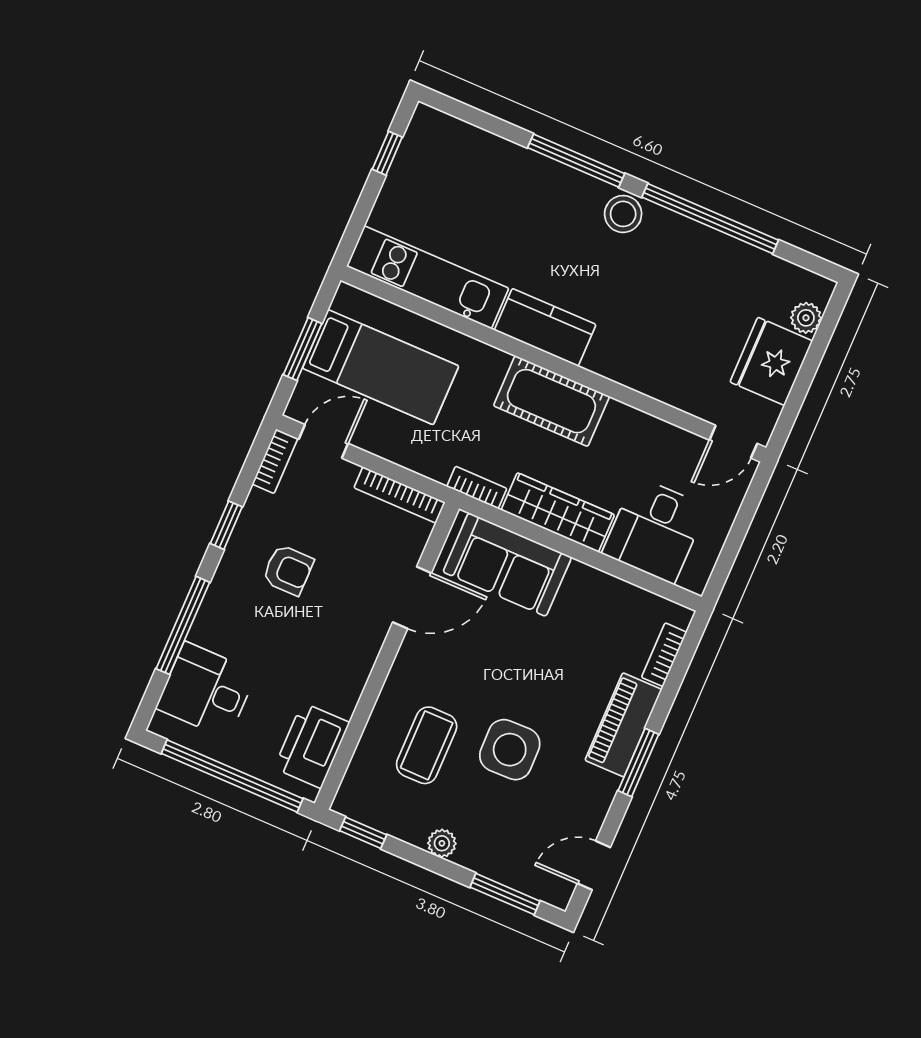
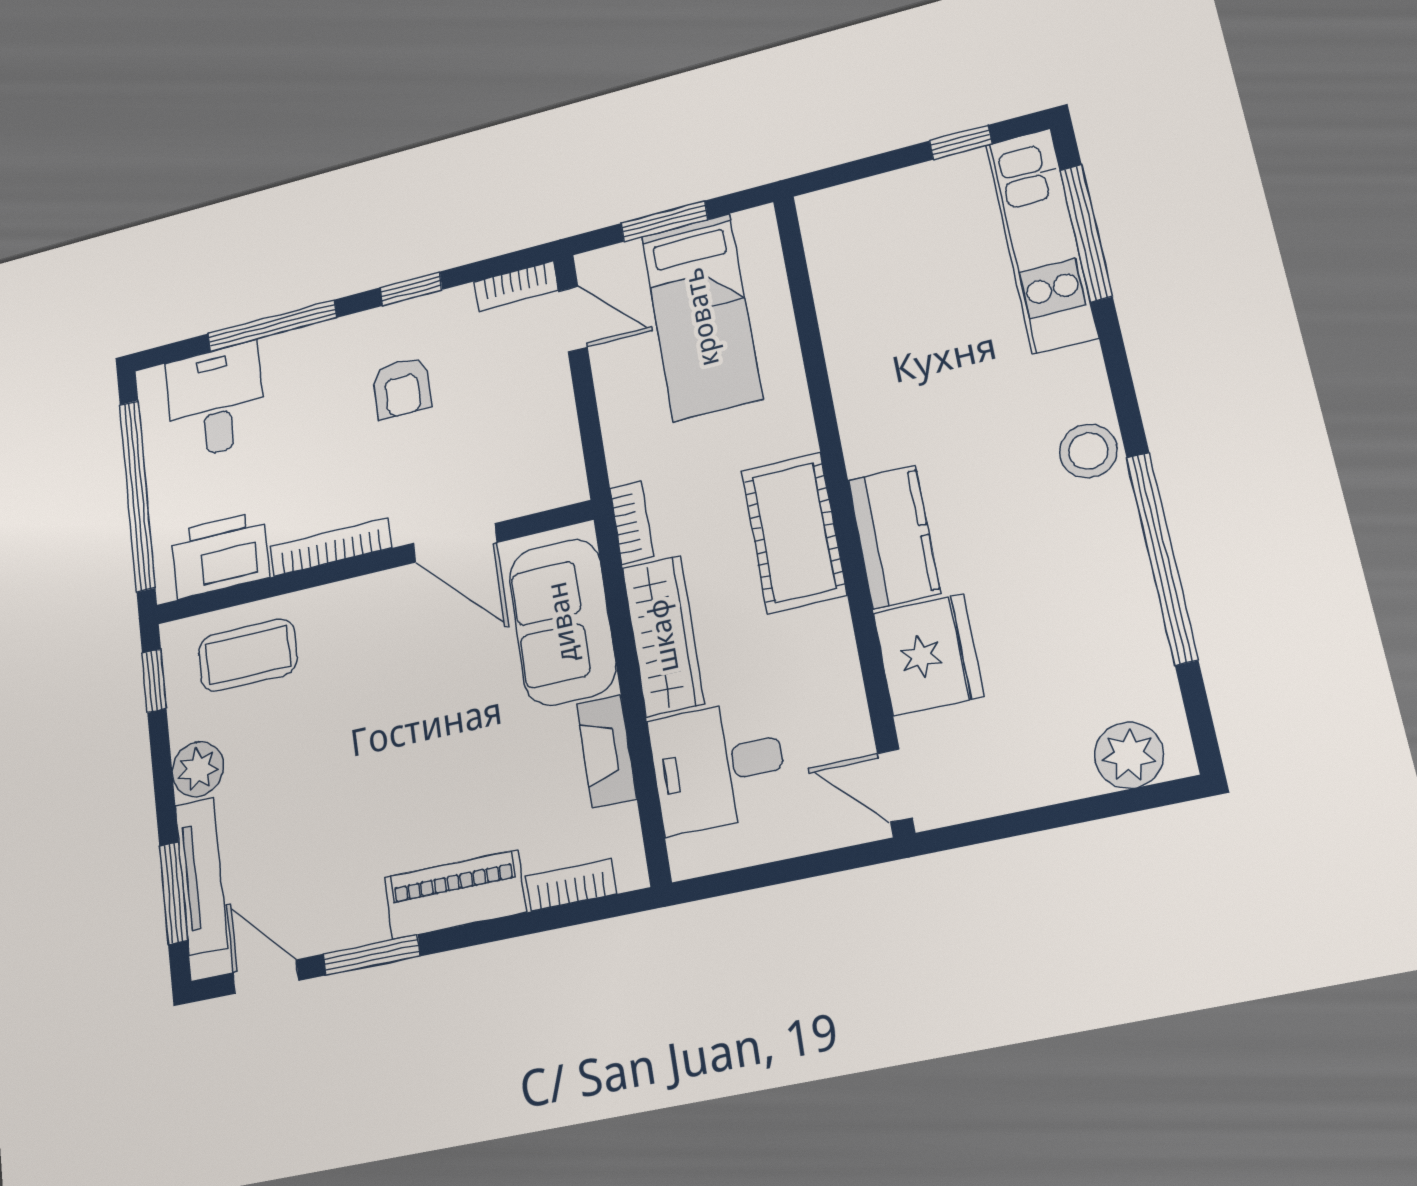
window: (576, 161) -> (1086, 233), moved
kitchen unit: (428, 277) -> (1041, 240), moved, turned 180
plant: (806, 318) -> (1129, 755), width x1.38, depth x1.38
kitchen counter: (545, 327) -> (894, 537), moved
fridge: (771, 361) -> (928, 655), moved, turned 90
bookcase: (400, 495) -> (331, 547), moved, turned 90
fireplace: (602, 587) -> (606, 751), added
coffee table: (427, 745) -> (248, 655), moved
side table: (510, 750) -> (345, 779), removed
window: (638, 763) -> (372, 955), moved
plant: (442, 843) -> (198, 769), width x1.38, depth x1.38
tv unit: (507, 871) -> (201, 876), added

